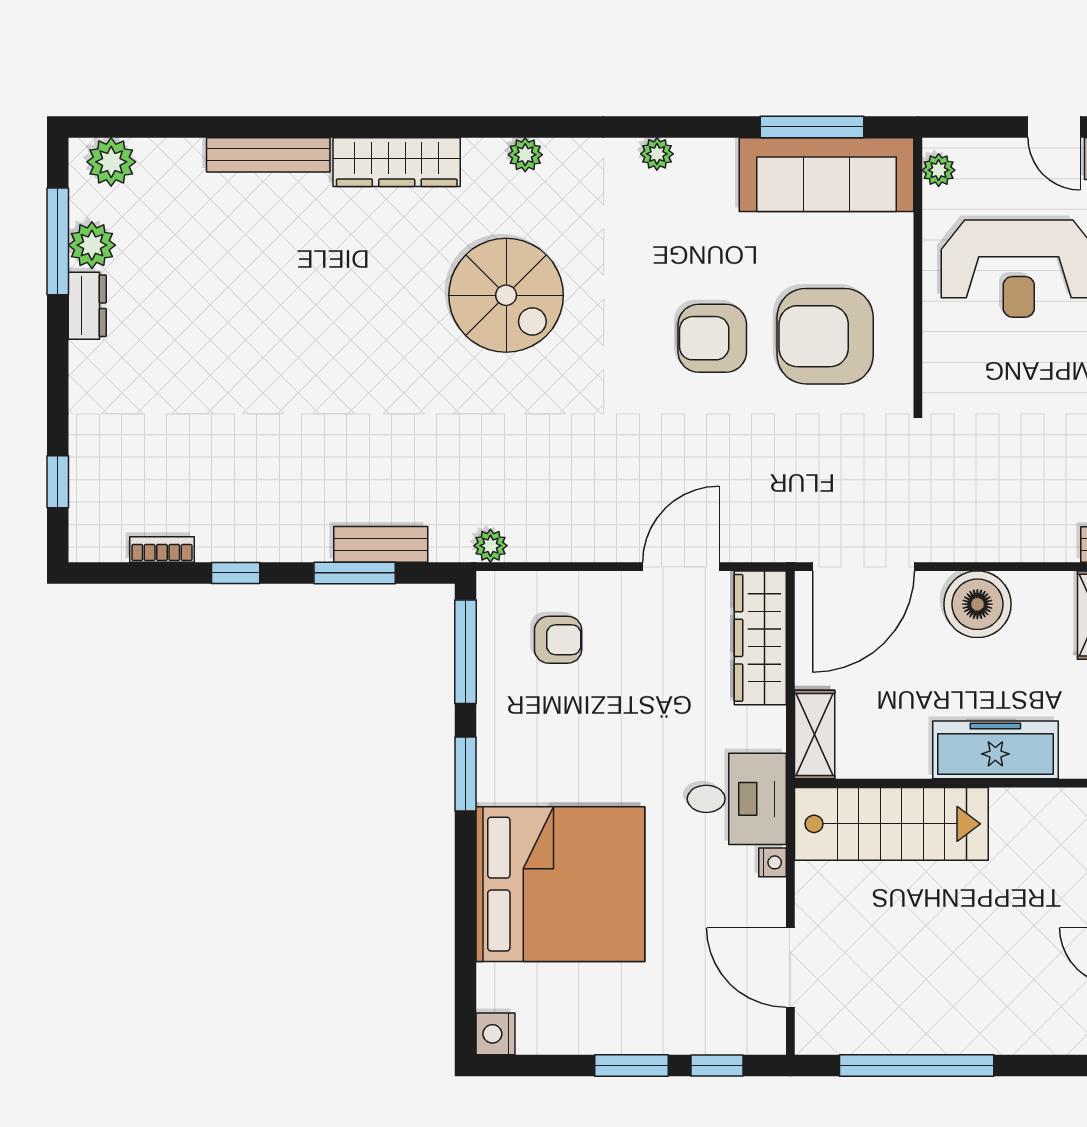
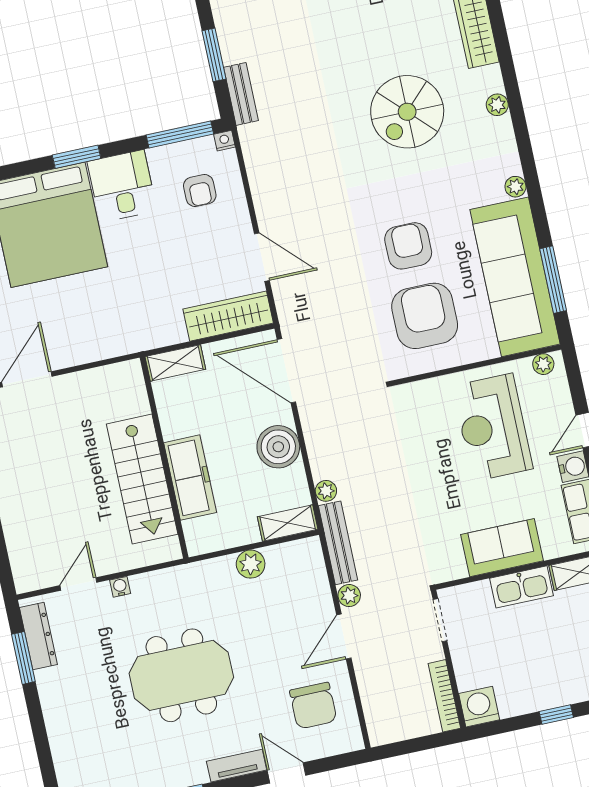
sofa: (827, 175) -> (515, 277), width x1.36, depth x1.27
bench: (381, 544) -> (241, 94), moved
plant: (490, 546) -> (326, 491), moved
window: (465, 774) -> (77, 157), moved
desk: (737, 799) -> (122, 186), moved, turned 180
stairs: (891, 824) -> (142, 479), moved
nightstand: (773, 862) -> (224, 141), moved, turned 180

